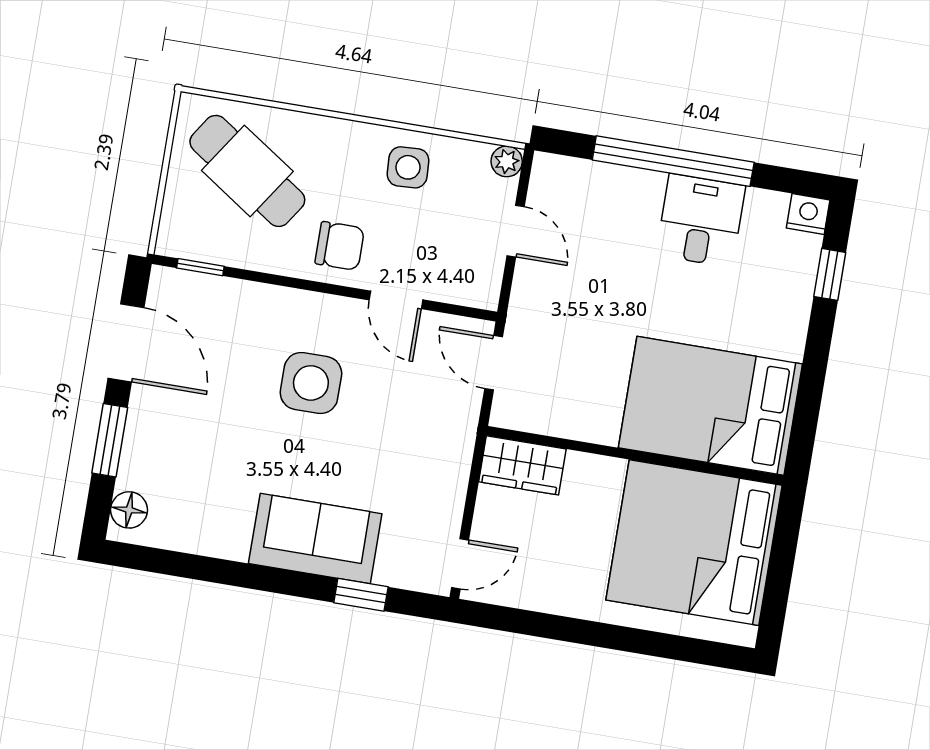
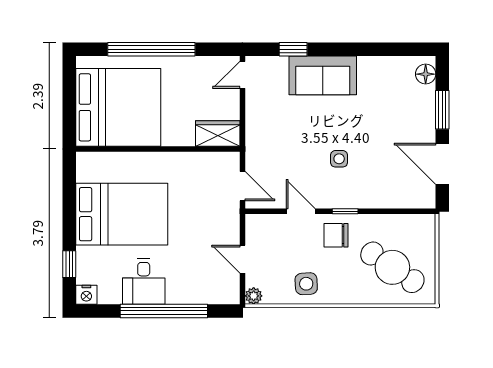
window: (200, 267) -> (345, 211), moved
side table: (311, 383) -> (339, 159), width x0.54, depth x0.54
bed: (710, 406) -> (122, 214), moved
window: (617, 637) -> (151, 49), added

